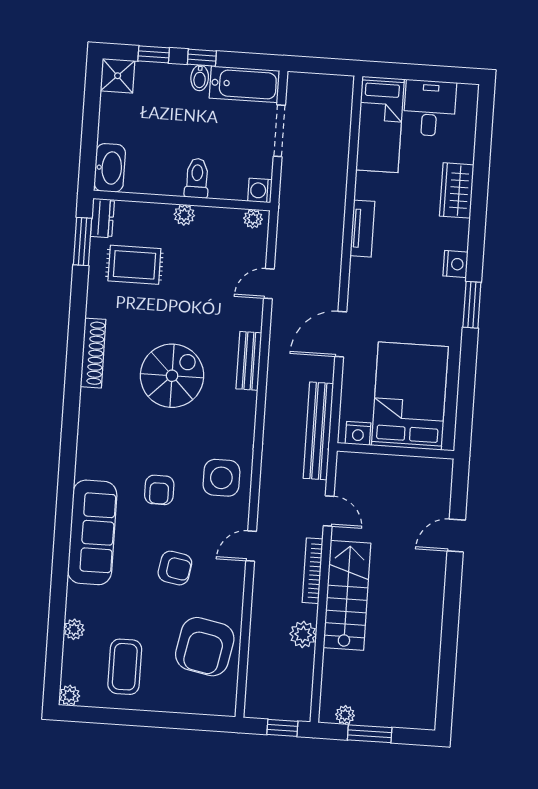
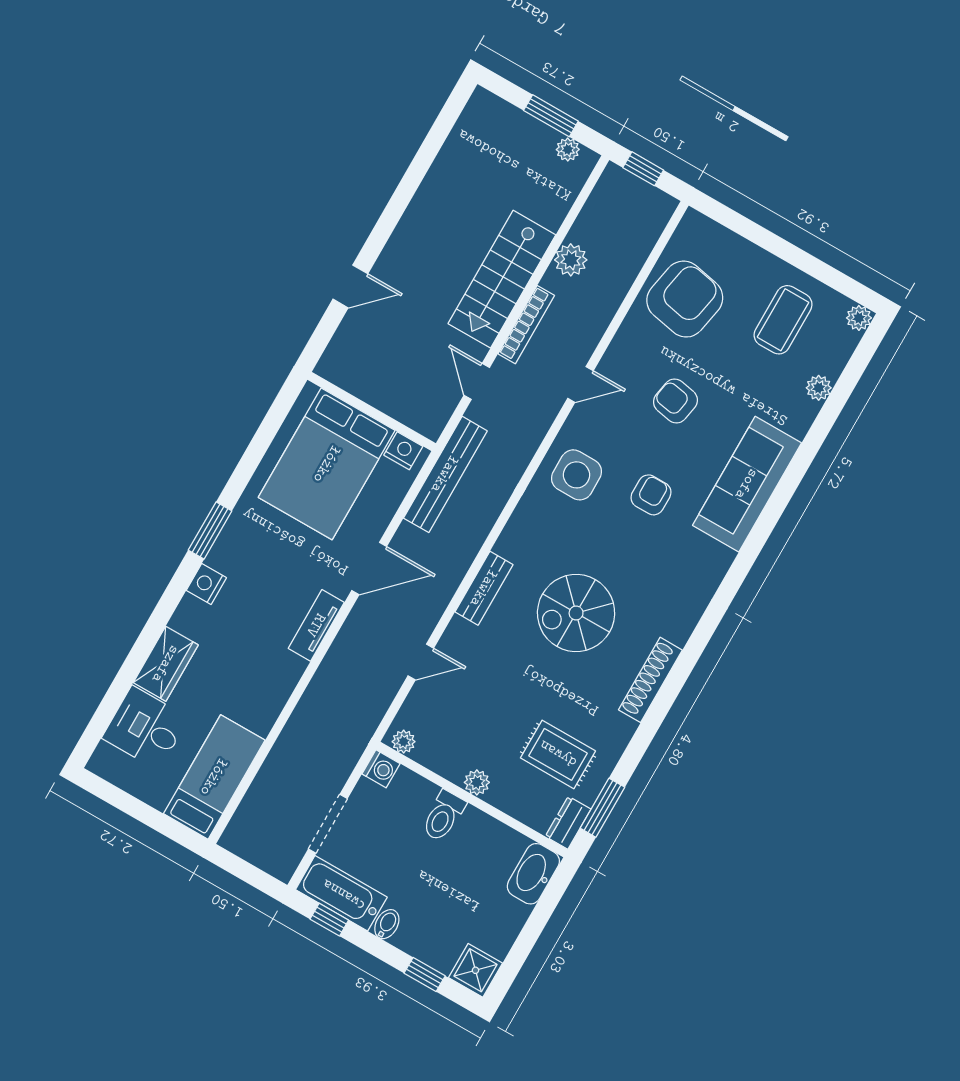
window: (202, 58) -> (329, 920), moved
desk: (430, 108) -> (145, 728), moved, turned 90
tv unit: (362, 229) -> (316, 625), moved

